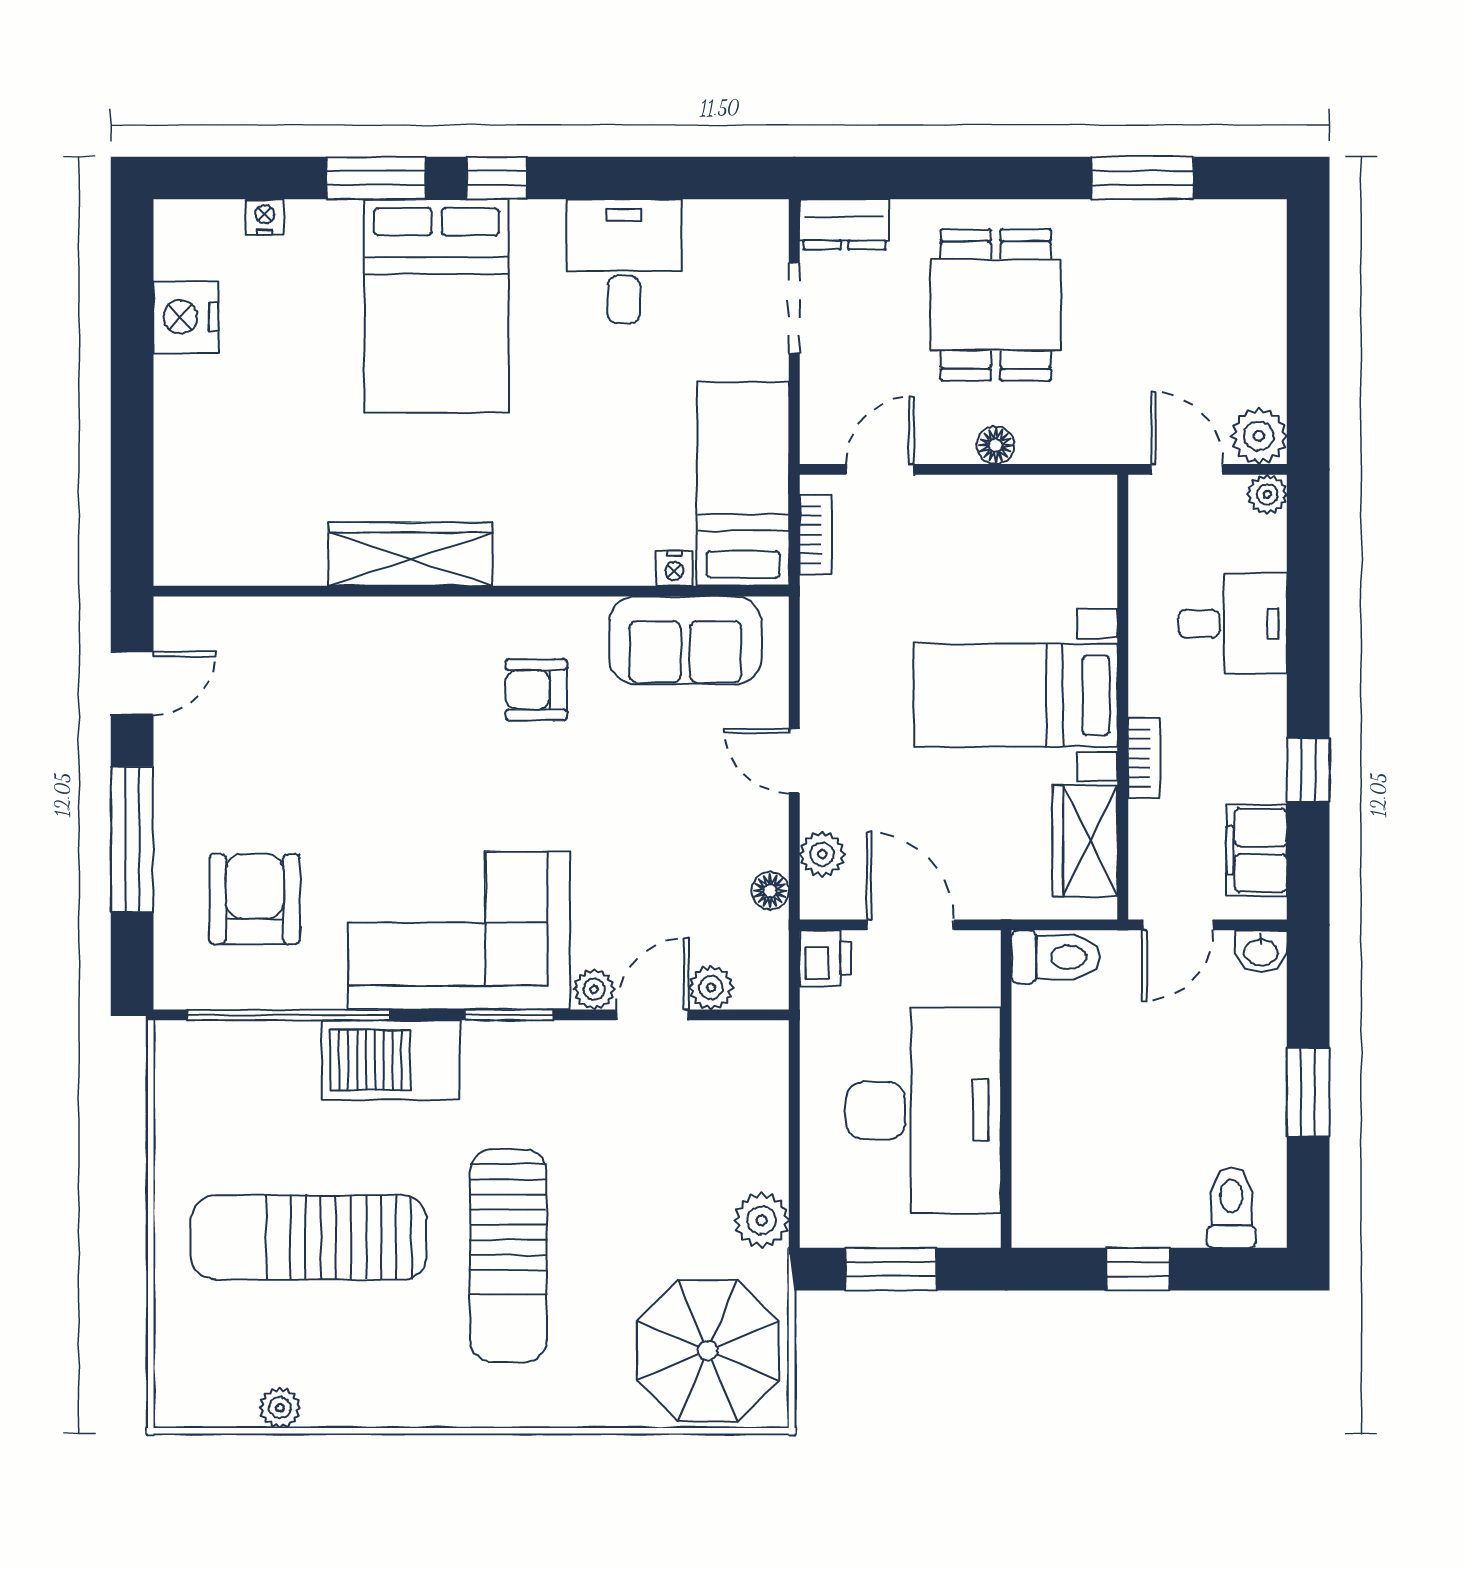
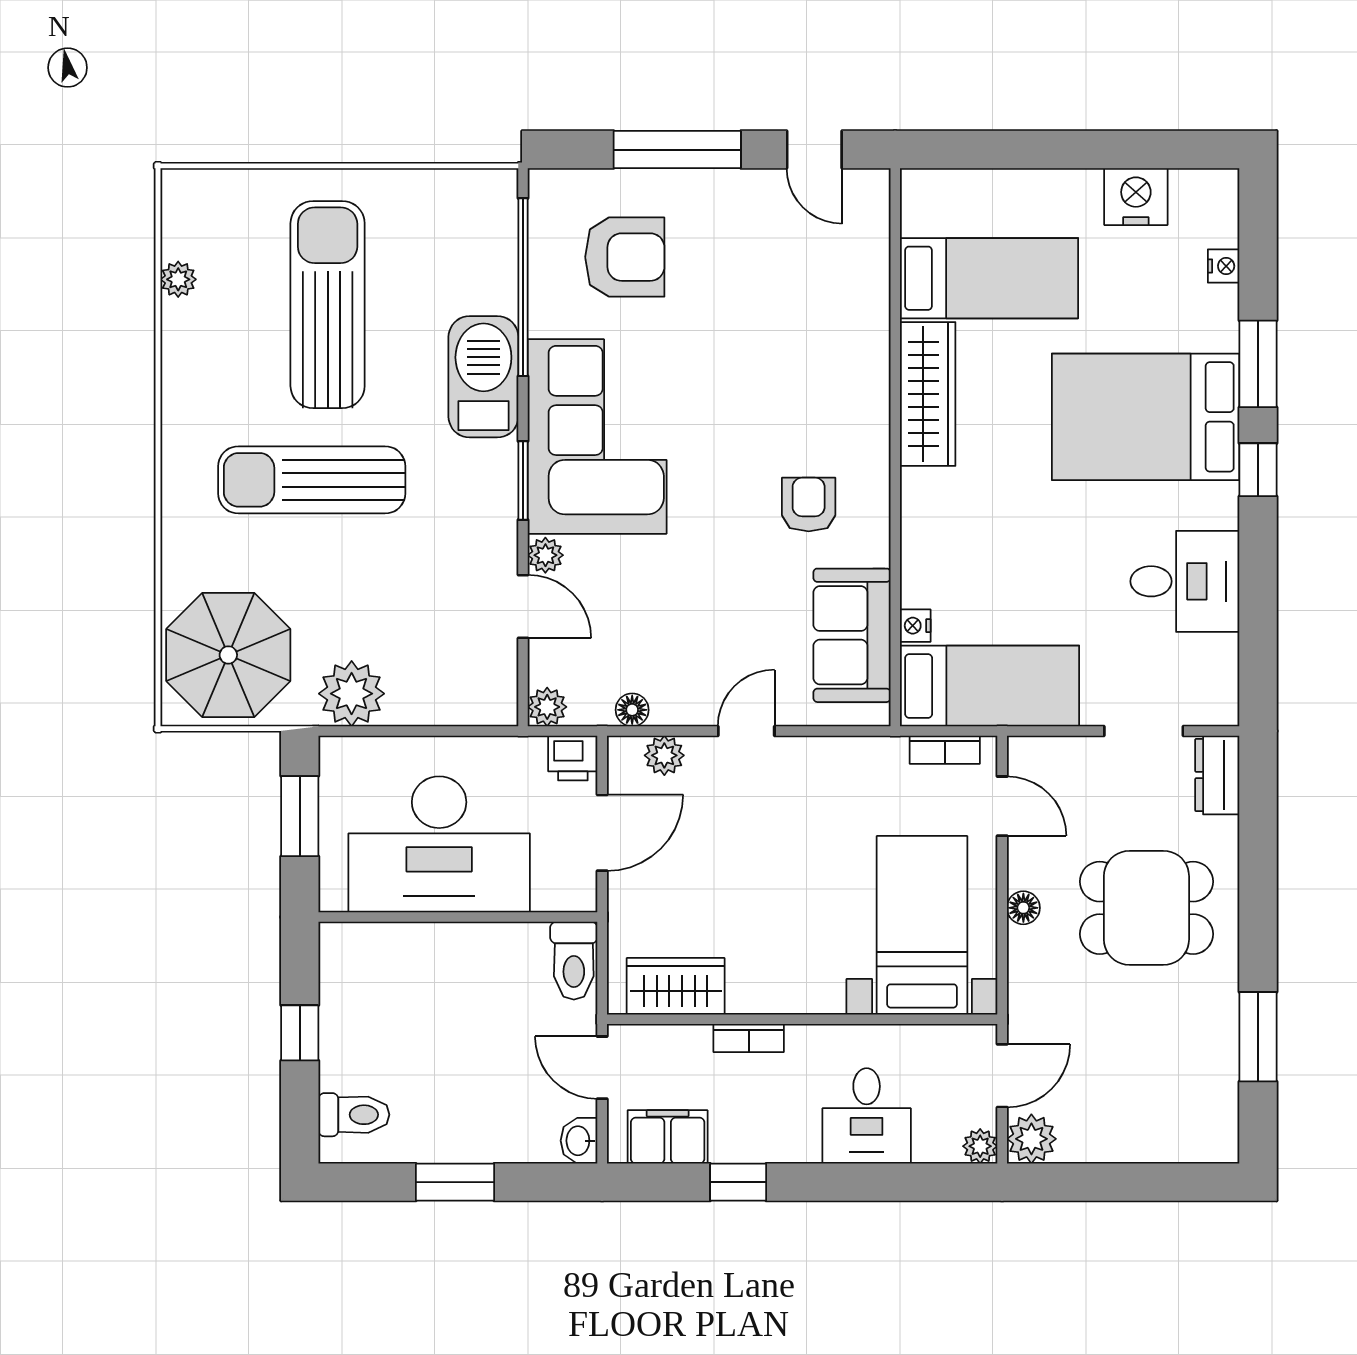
bed: (279, 484) -> (989, 278), added
bed with nightstands: (1016, 695) -> (922, 925), moved
plant: (711, 988) -> (547, 707), moved
plant: (762, 1220) -> (352, 694), width x1.36, depth x1.36

